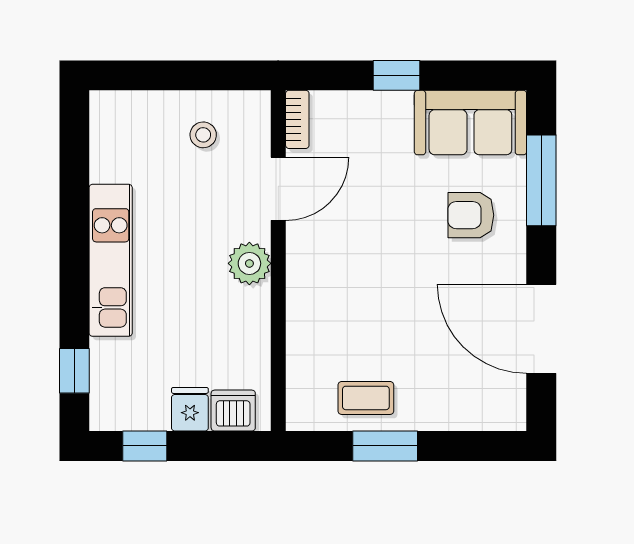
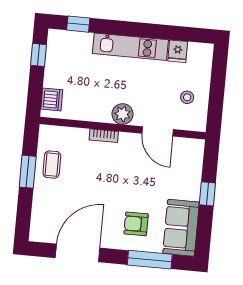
bookcase: (297, 119) -> (104, 136), moved
armchair: (471, 215) -> (136, 224), turned -90
fridge: (190, 409) -> (178, 51), moved, turned 90

